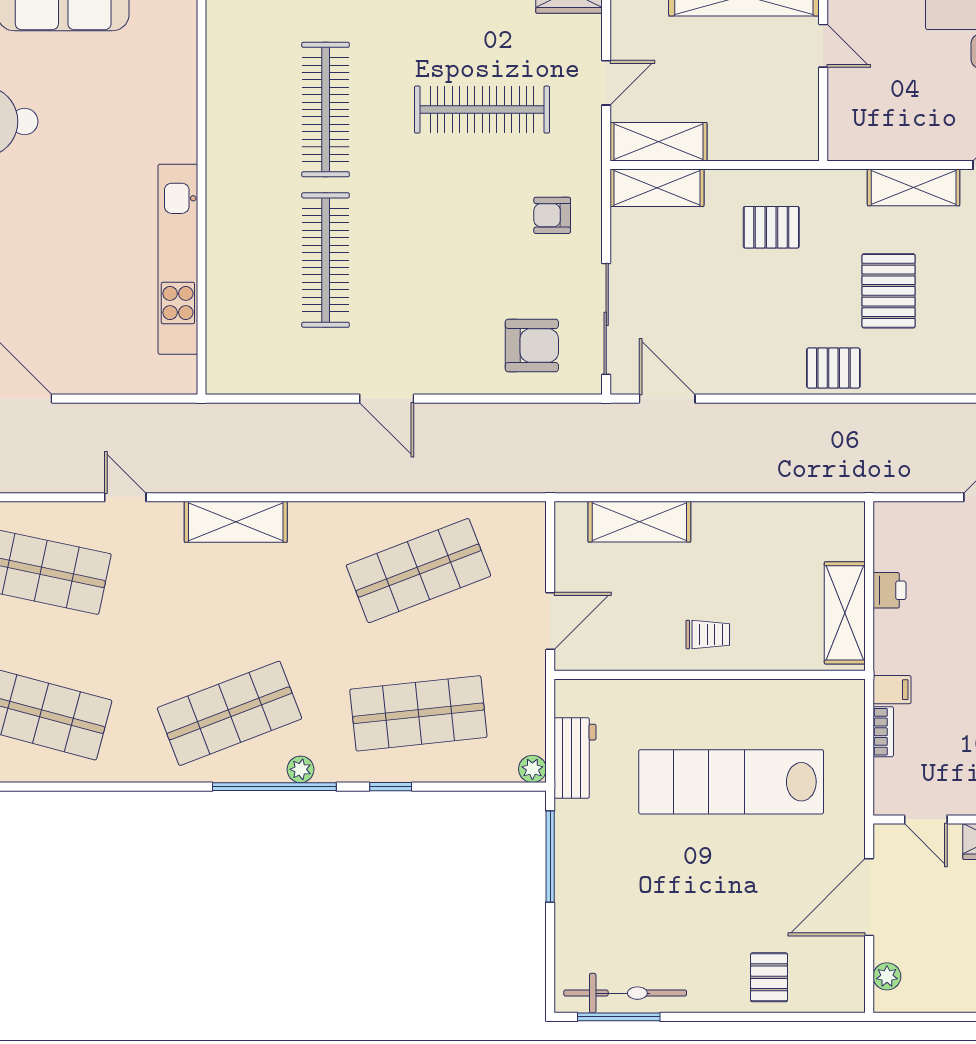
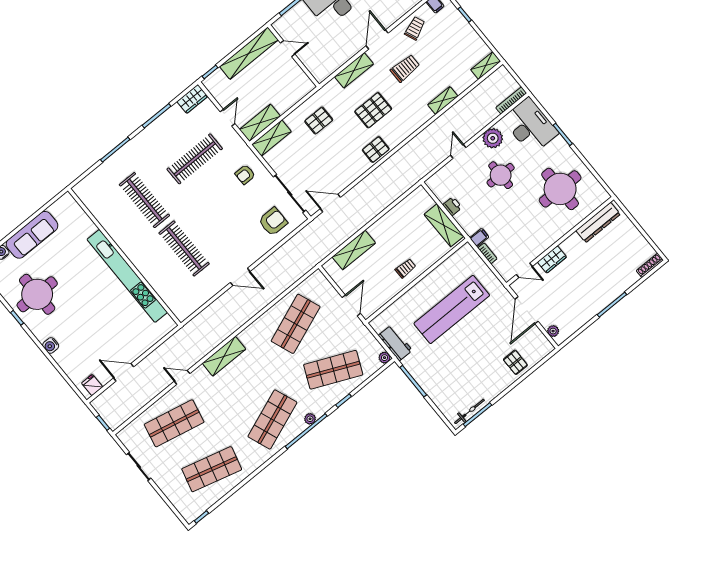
kitchen unit: (178, 259) -> (127, 276), width x1.36
pallet: (889, 291) -> (373, 110), turned 90
shop shelf: (418, 713) -> (333, 370), turned 30
bicycle: (625, 993) -> (470, 411), width x0.73, depth x0.71

